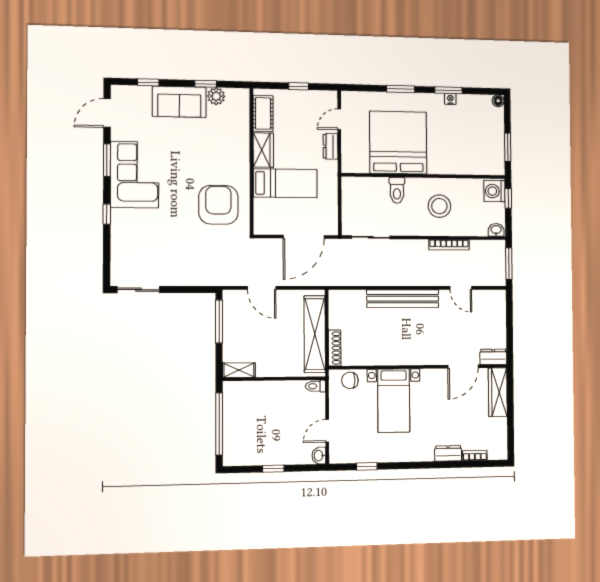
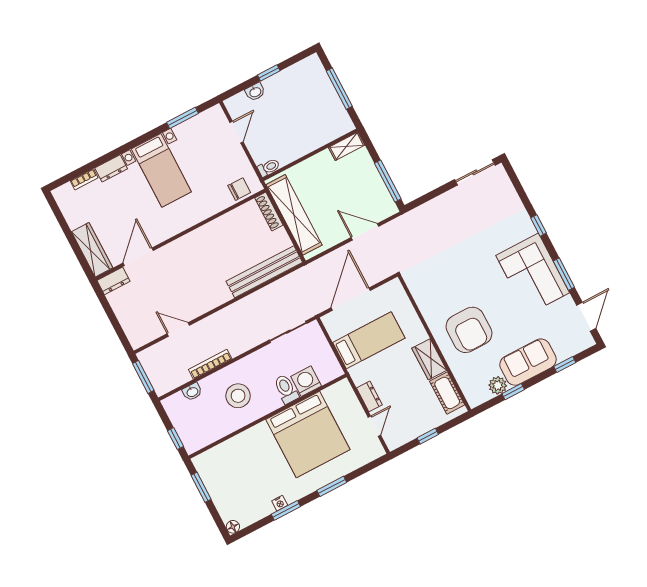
bed: (285, 183) -> (369, 340), moved, turned 180
washing machine: (494, 191) -> (306, 381), moved, turned -90
armchair: (218, 205) -> (469, 330), moved
washbasin: (496, 230) -> (192, 392), moved
bench: (403, 299) -> (264, 272), moved
bed with nightstands: (394, 401) -> (161, 170), moved, turned 180
window: (219, 424) -> (339, 89), width x0.68
washbasin: (319, 456) -> (255, 92), moved, turned 90
window: (367, 466) -> (182, 118), width x1.50

